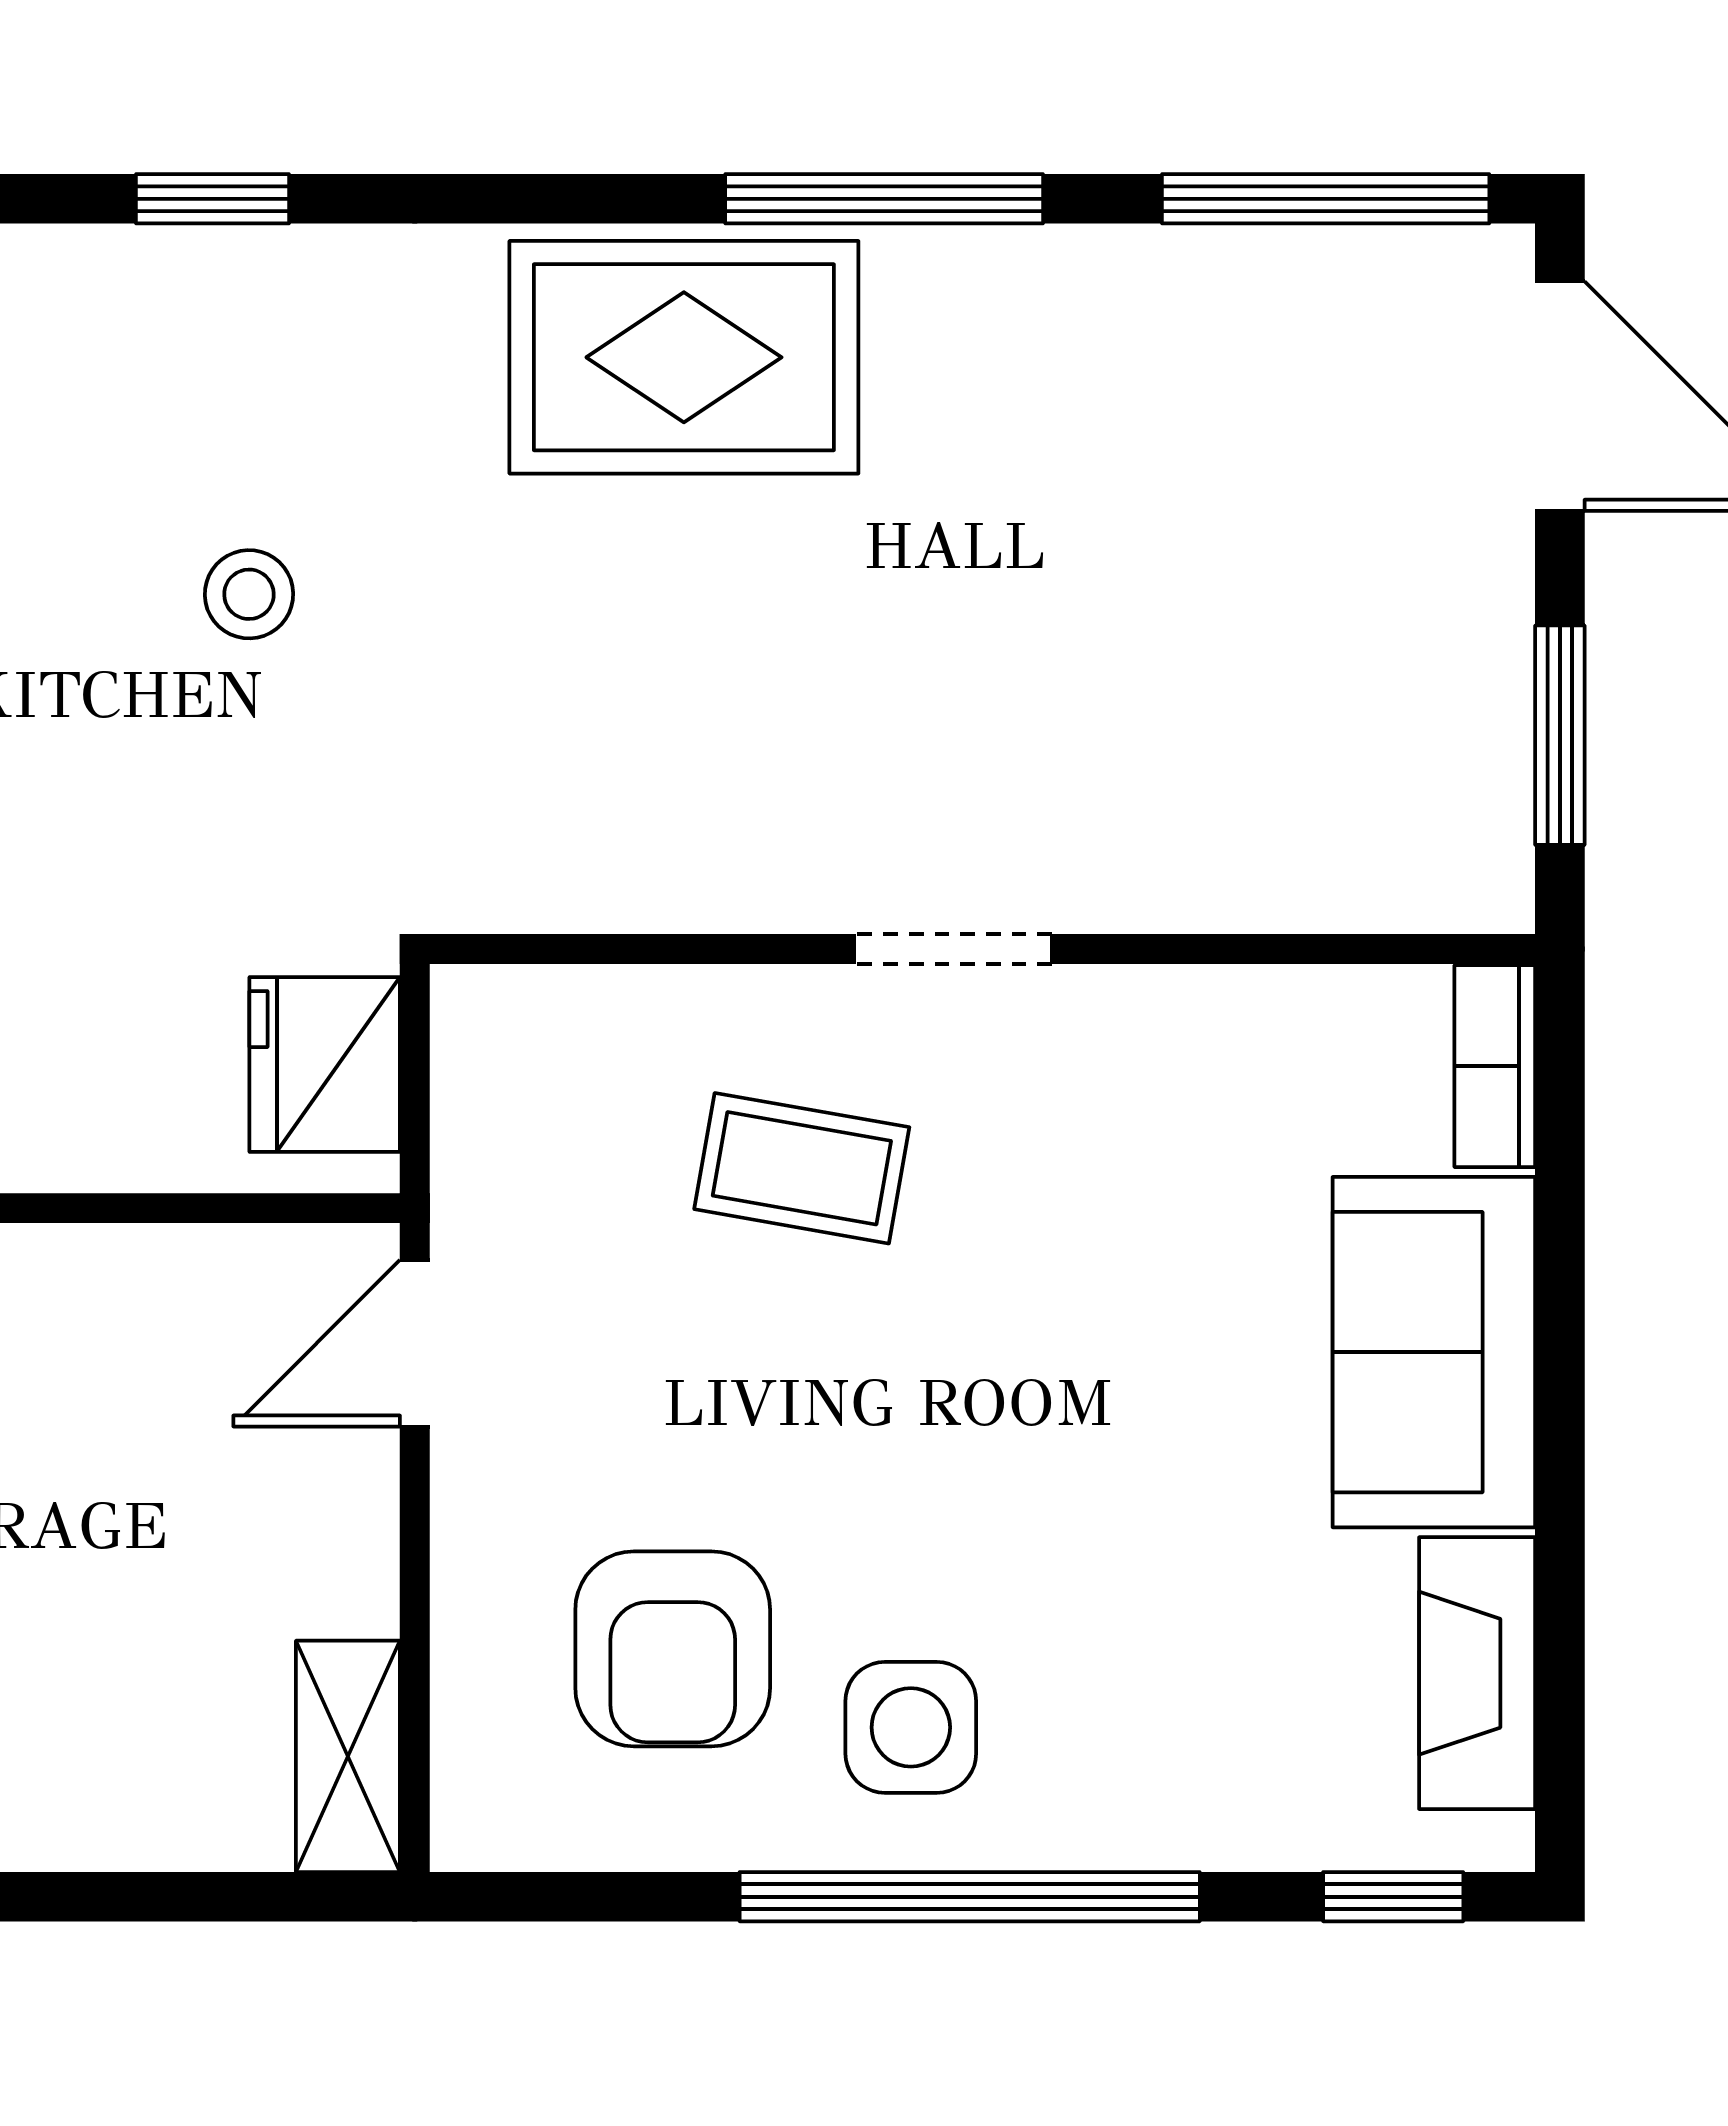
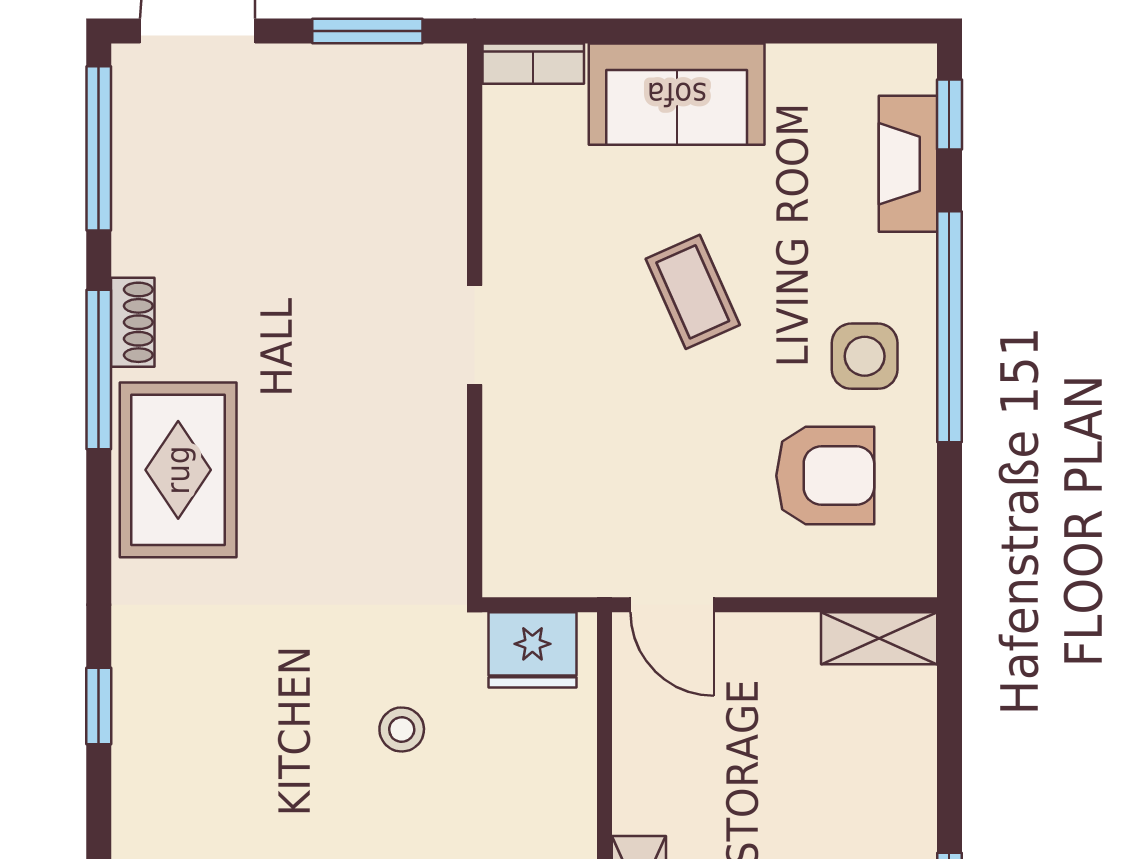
shoe rack: (979, 267) -> (133, 322), added
stool: (249, 594) -> (402, 729), moved
coffee table: (802, 1168) -> (693, 292), moved, turned -34
fireplace: (1477, 1673) -> (908, 164), moved, turned 90

